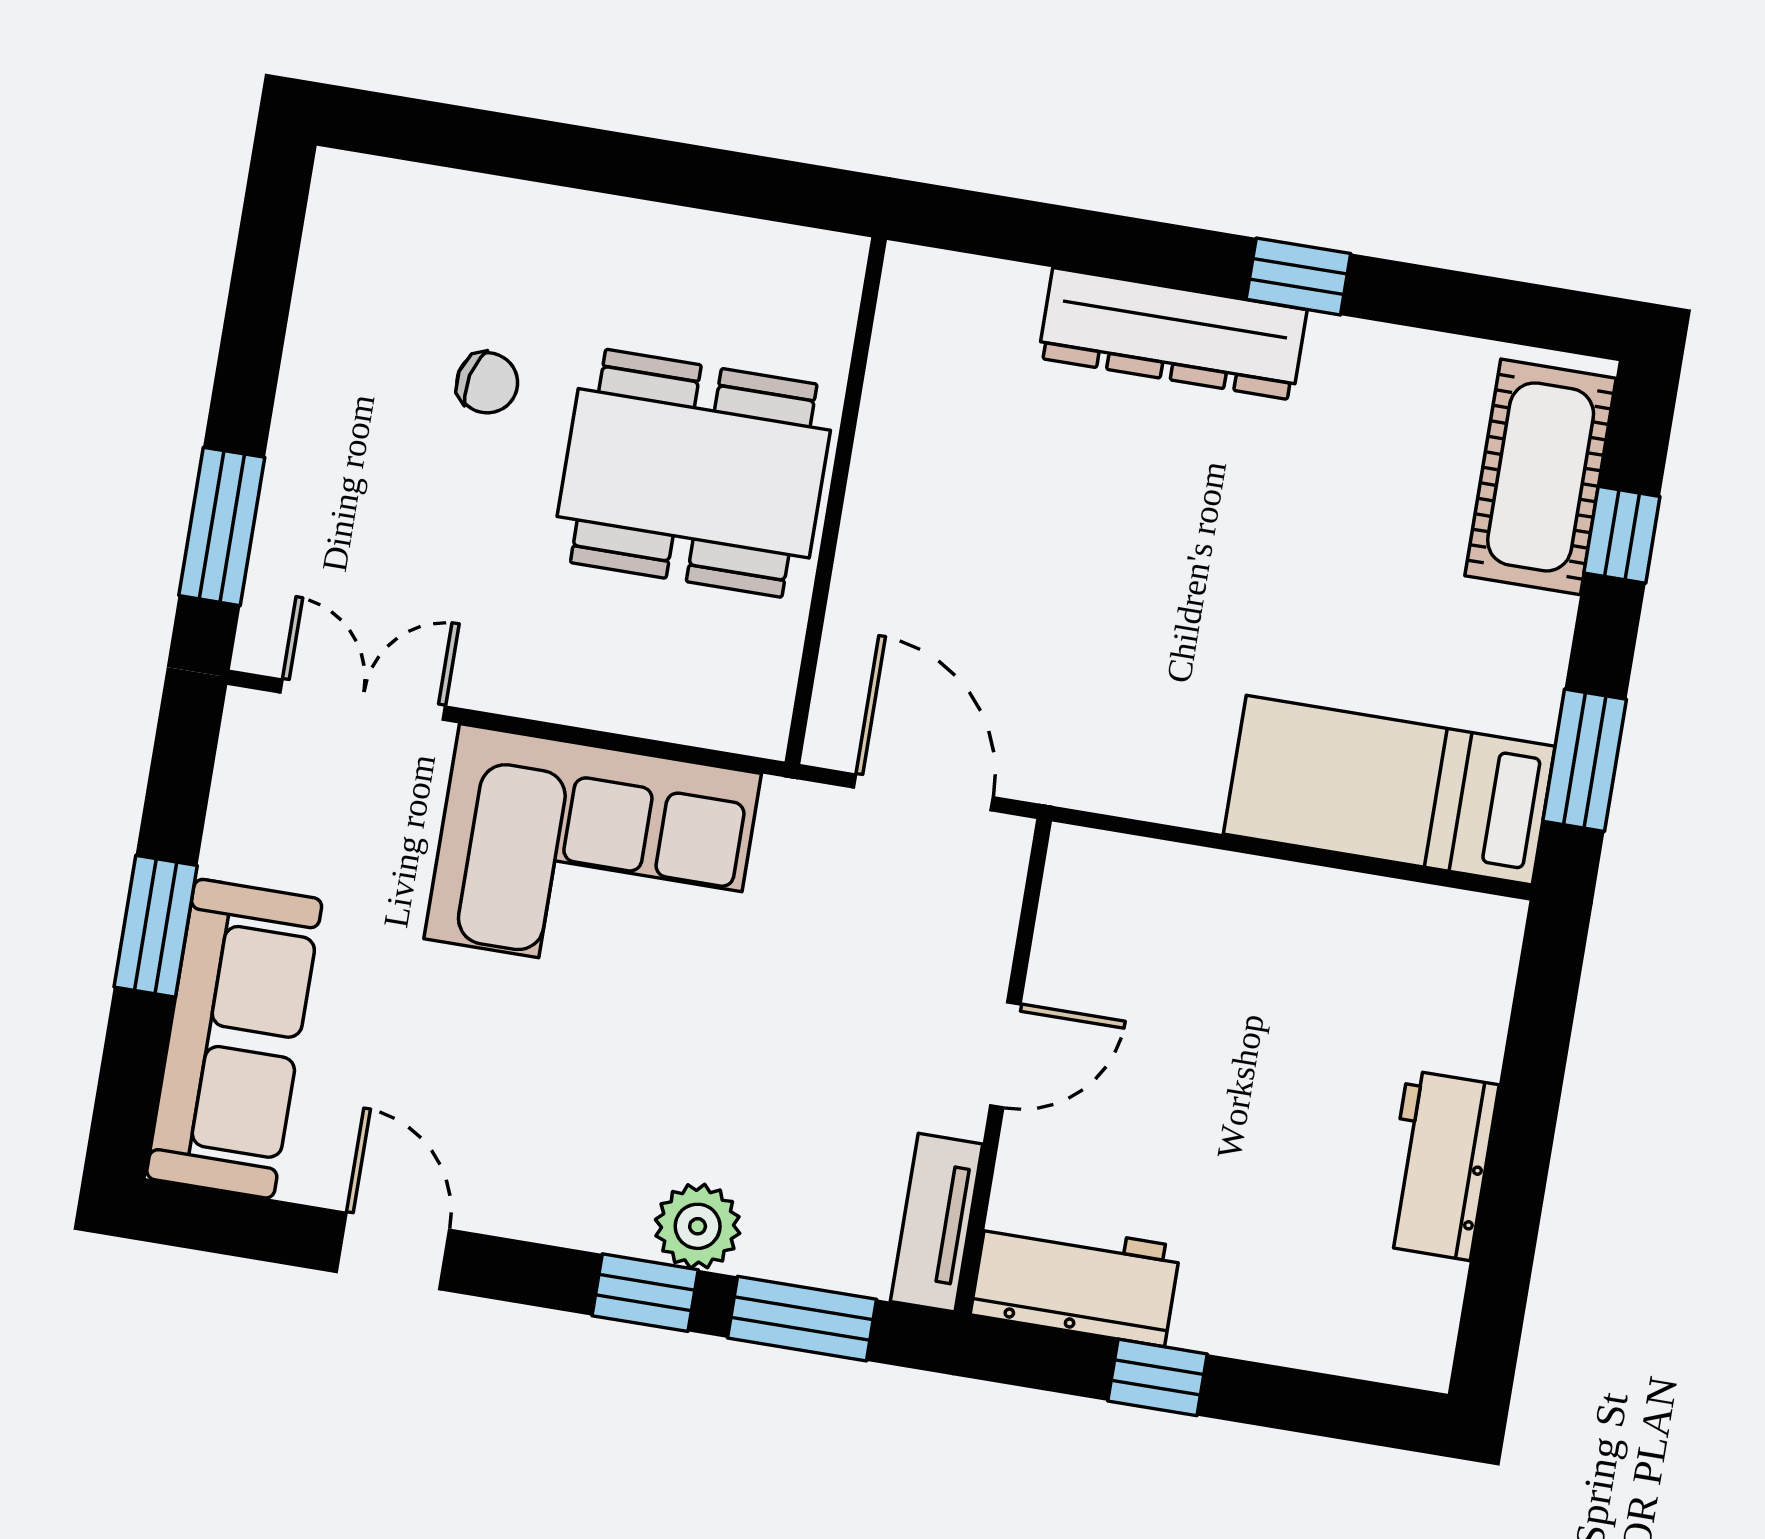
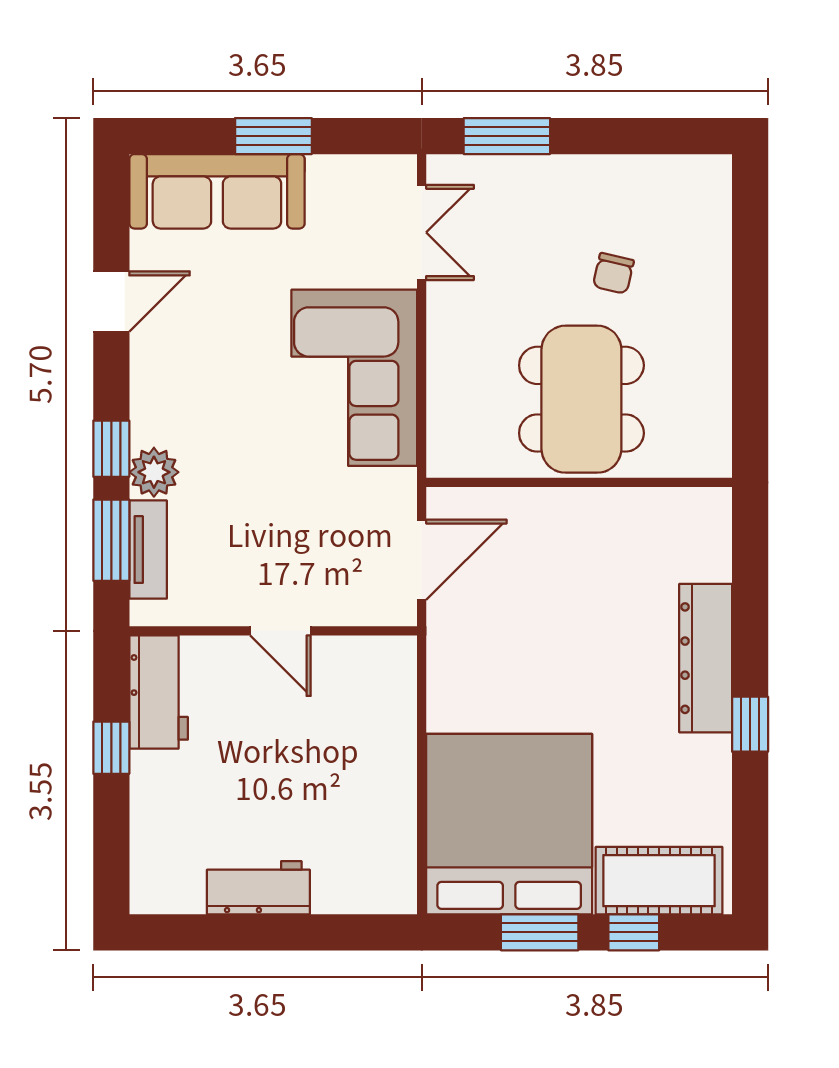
window: (1585, 760) -> (540, 932), moved
bed: (1389, 790) -> (509, 824), width x2.04
tv unit: (937, 1223) -> (148, 550), moved, turned 90

